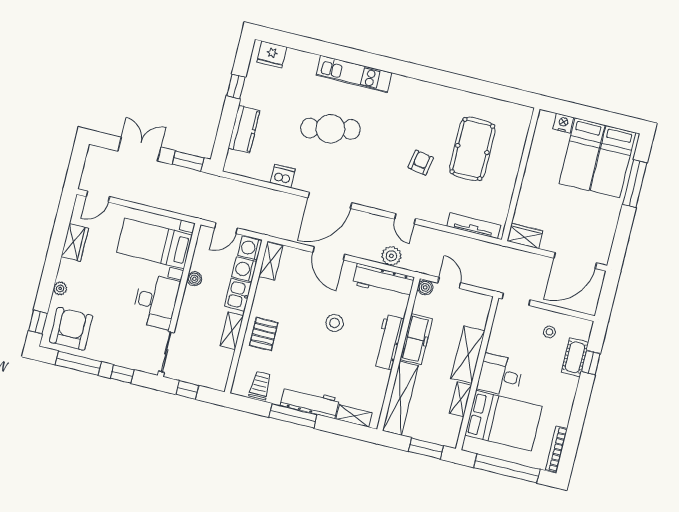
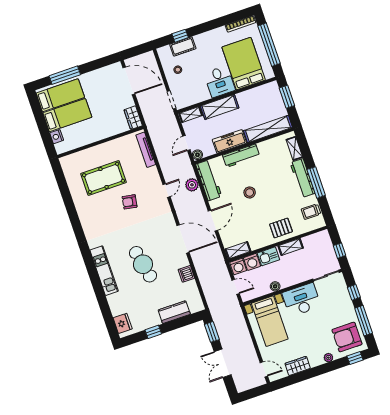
shelving: (460, 399) -> (191, 114), moved

